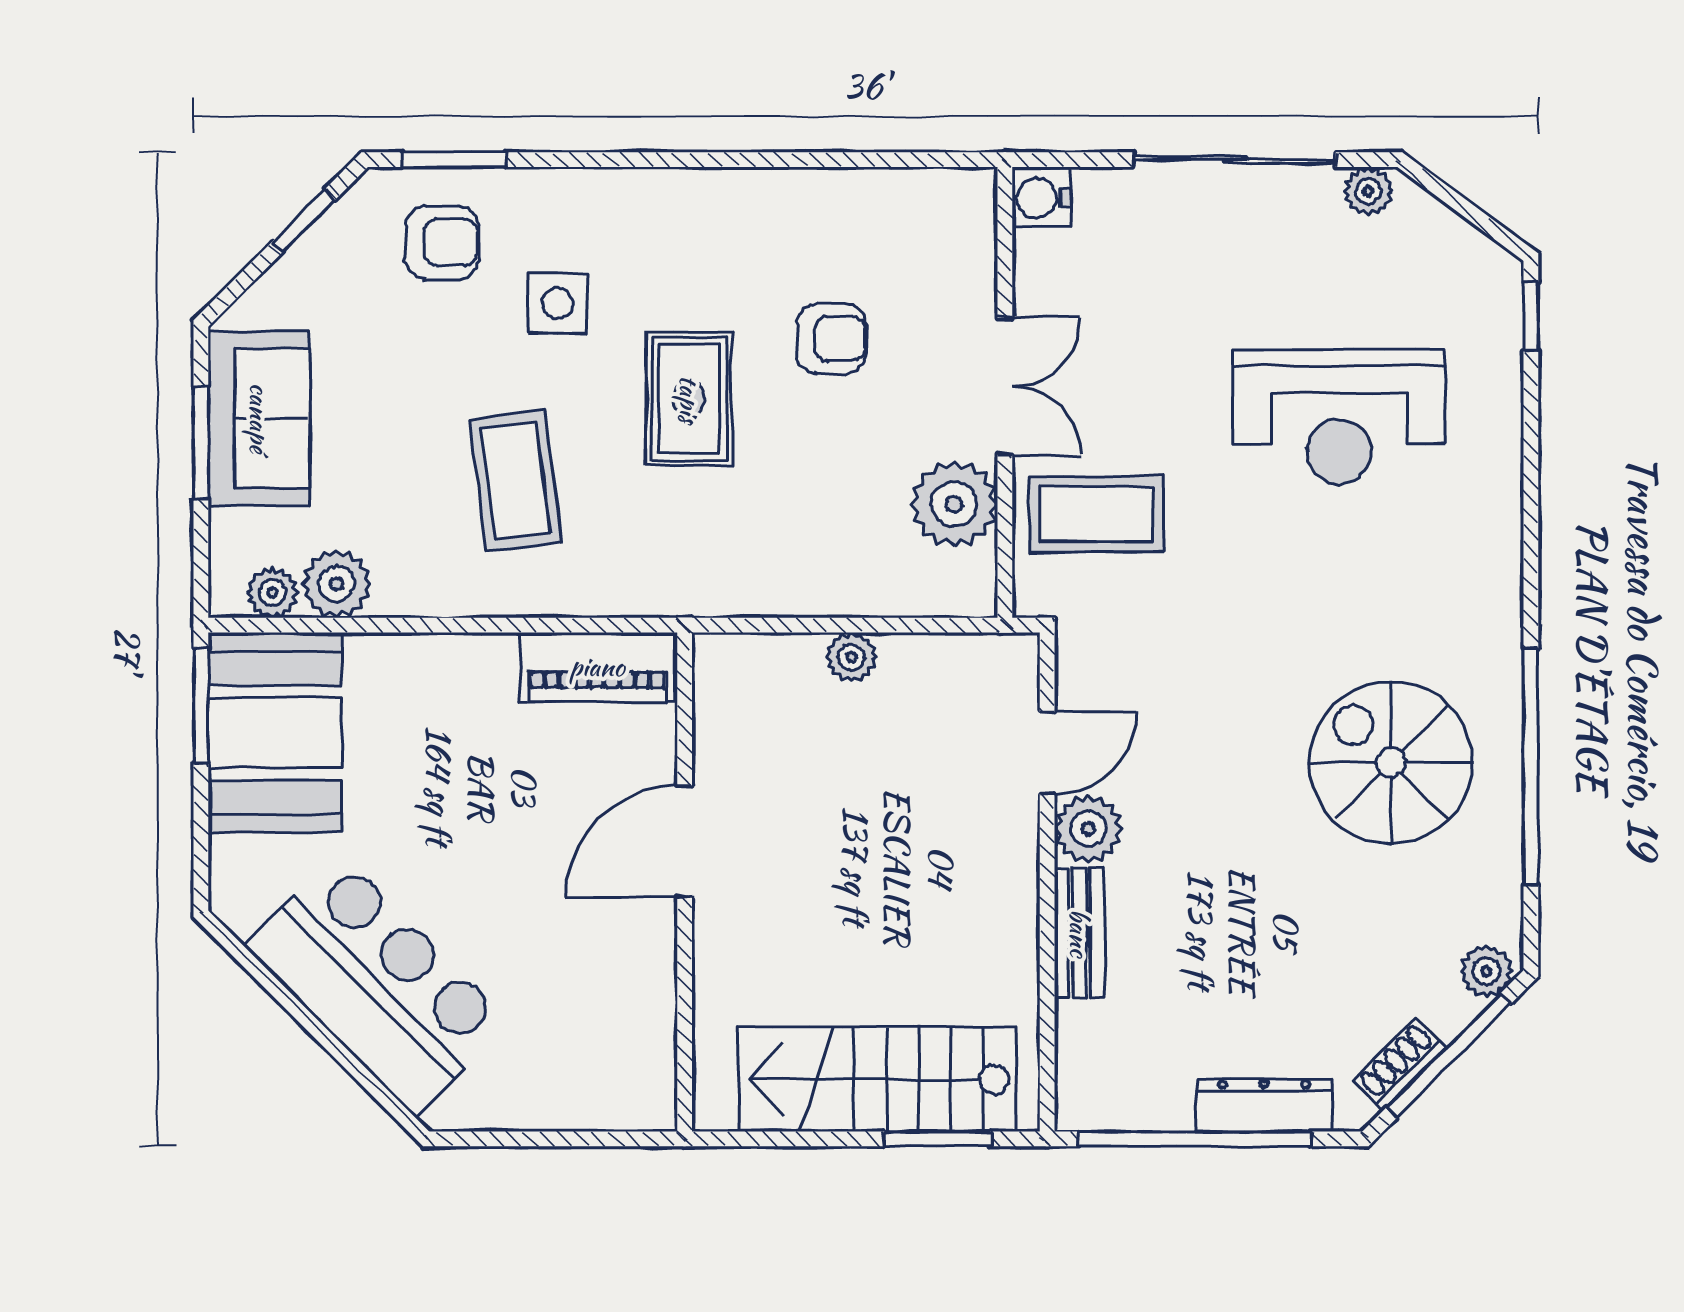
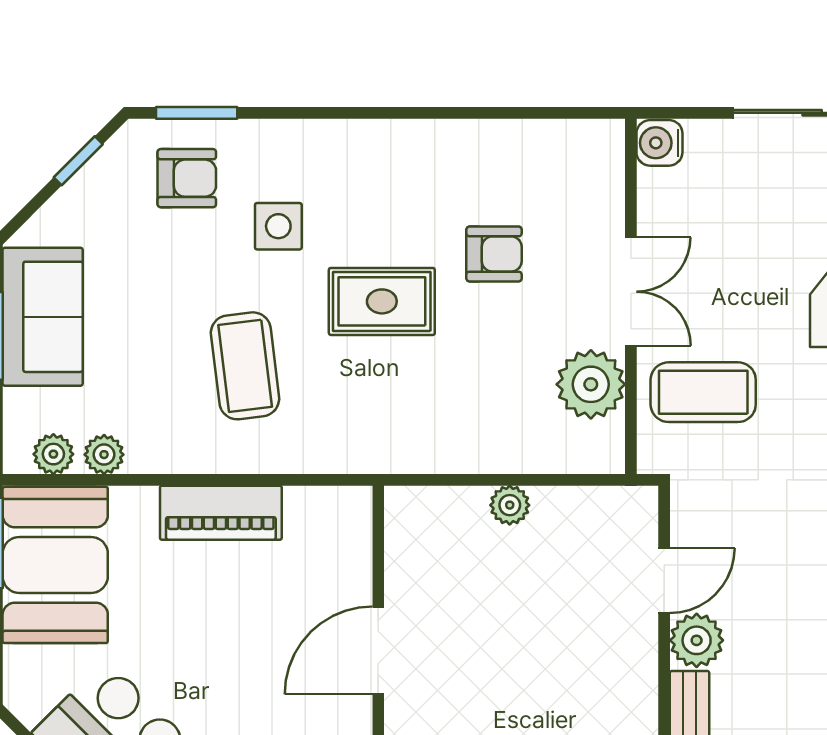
rug: (689, 399) -> (382, 301), turned 90
plant: (337, 584) -> (104, 455), width x0.73, depth x0.73
piano: (597, 667) -> (221, 513), moved

